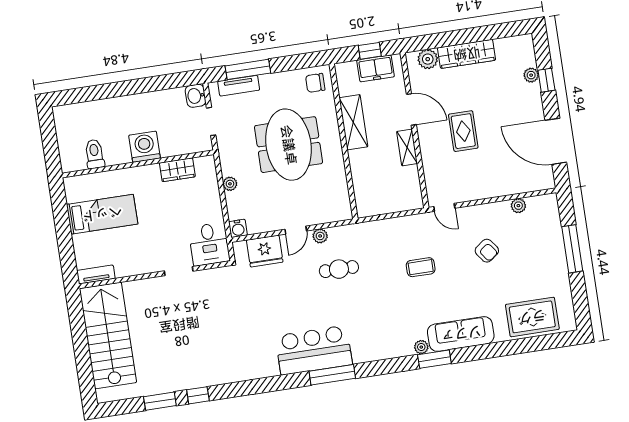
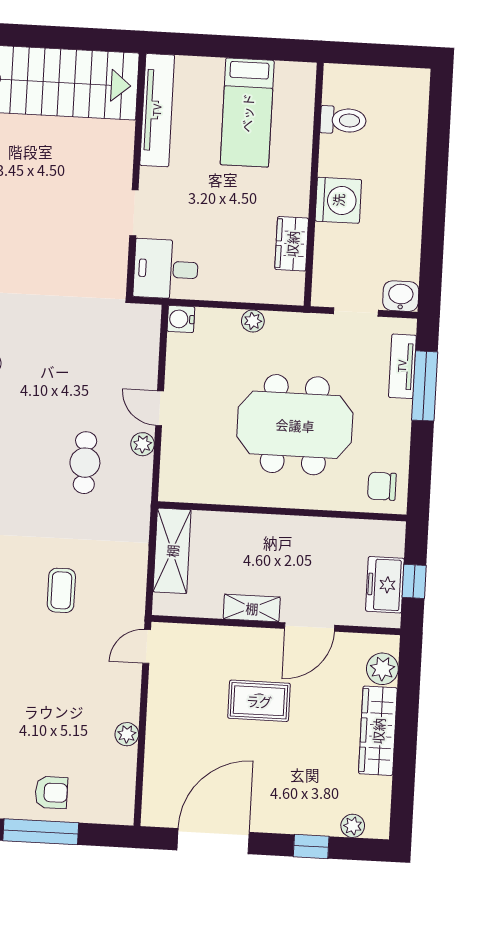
plant: (531, 75) -> (353, 826), moved
chair: (315, 83) -> (382, 486), turned -90
shelving: (353, 122) -> (172, 551), moved, turned 90
plant: (518, 206) -> (127, 734), moved
fridge: (265, 251) -> (137, 353), removed
armchair: (487, 251) -> (51, 792), moved, turned -143
tv unit: (96, 274) -> (157, 110), width x1.92, depth x1.29

